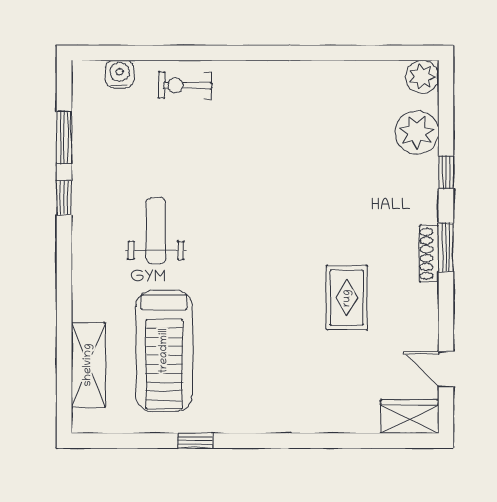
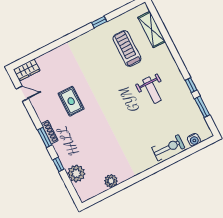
plant: (422, 77) -> (111, 181), moved
exercise bike: (185, 86) -> (168, 148), width x1.38, depth x1.39
treadmill: (164, 351) -> (127, 49), width x0.73, depth x0.73

